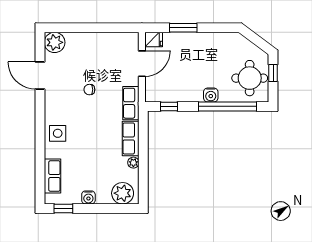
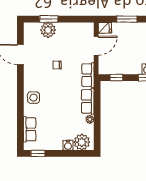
window: (78, 28) -> (49, 19), added
plant: (55, 42) -> (48, 30), moved
water cooler: (88, 197) -> (68, 145), moved

